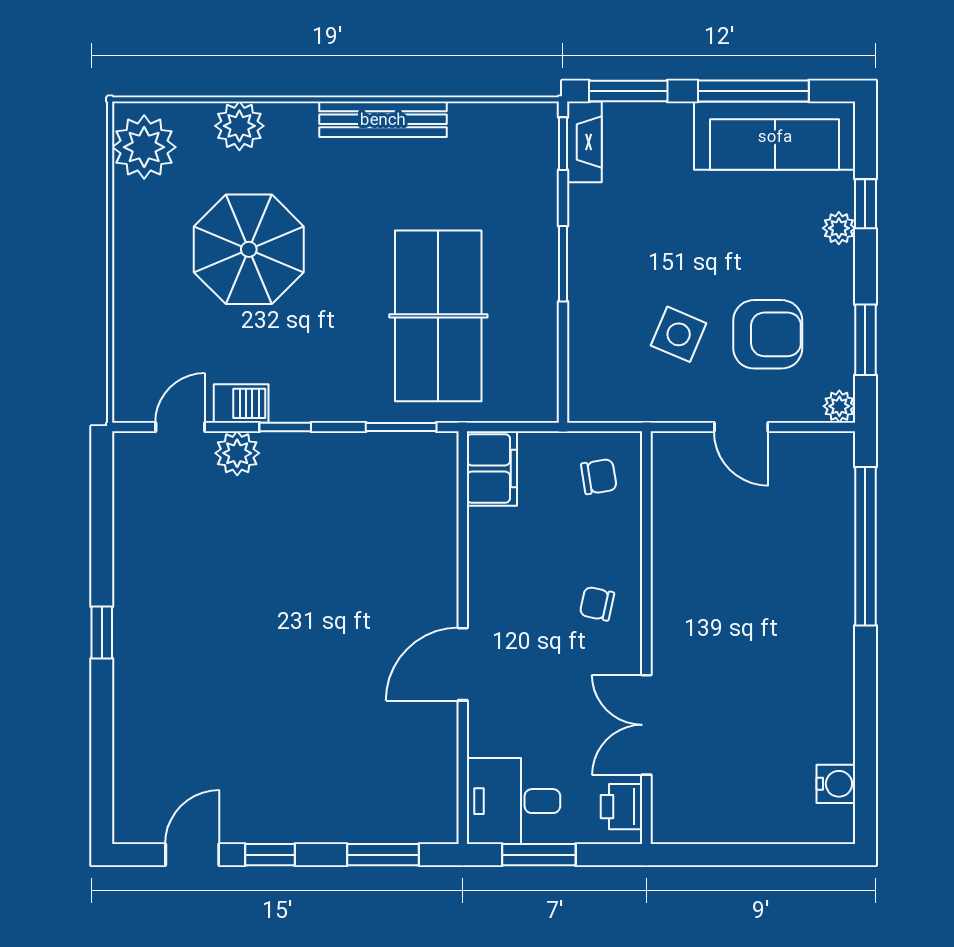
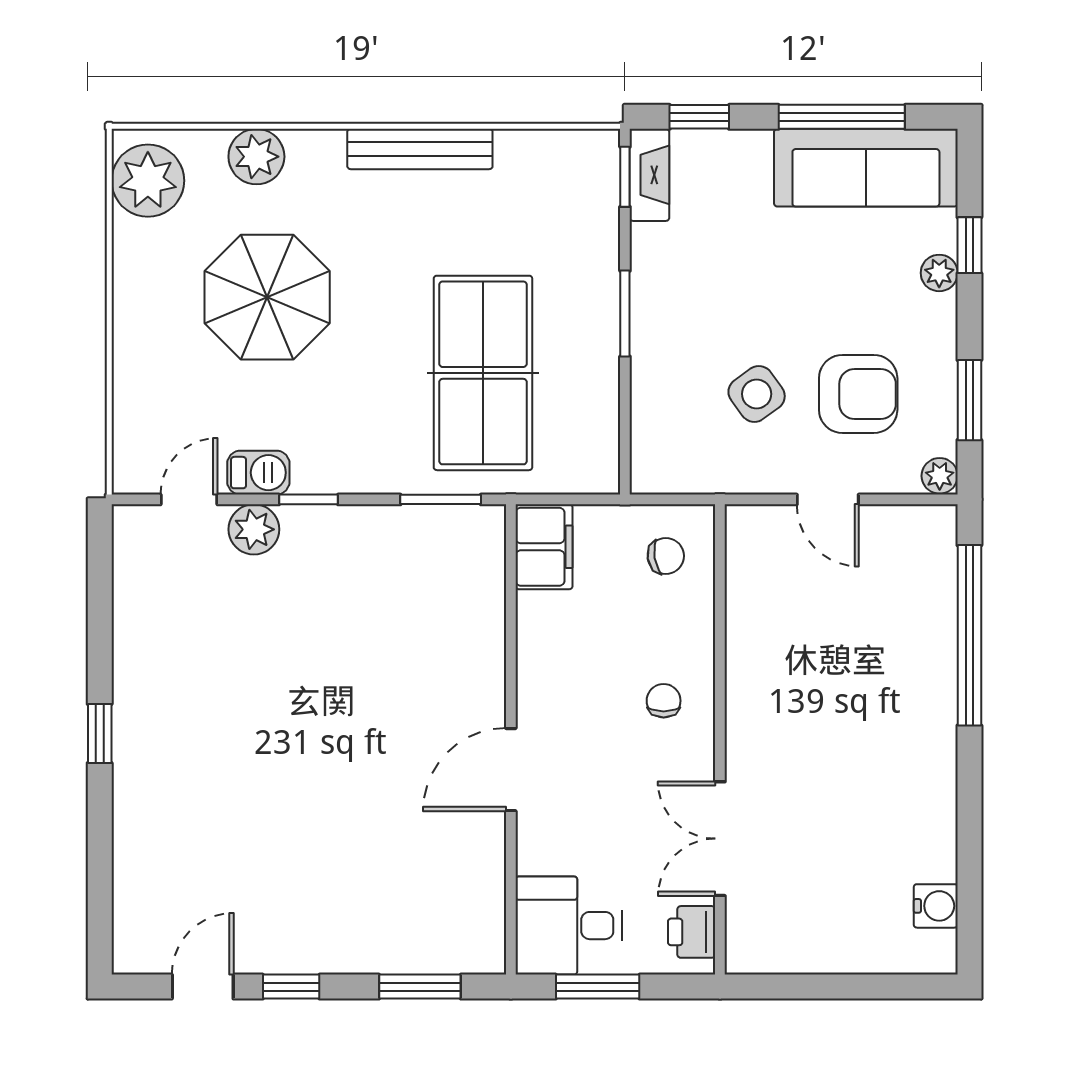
window: (628, 91) -> (699, 117), width x0.67
side table: (679, 334) -> (757, 394), turned 31
chair: (597, 604) -> (664, 701), turned 78

